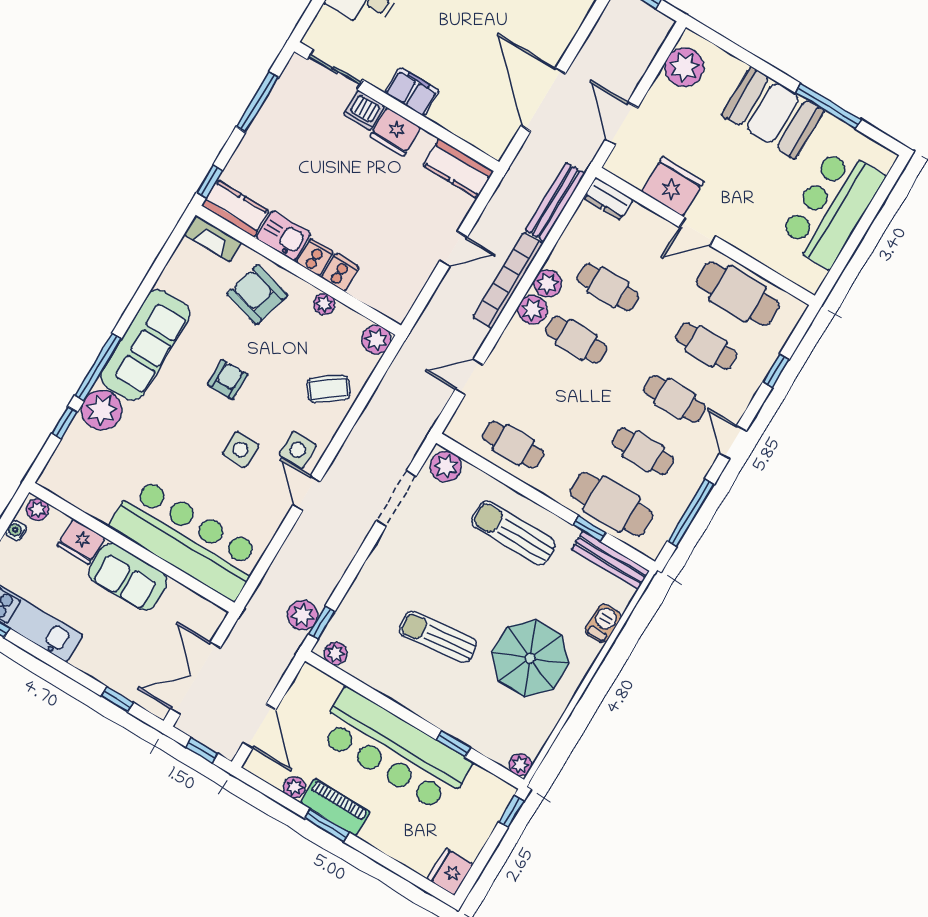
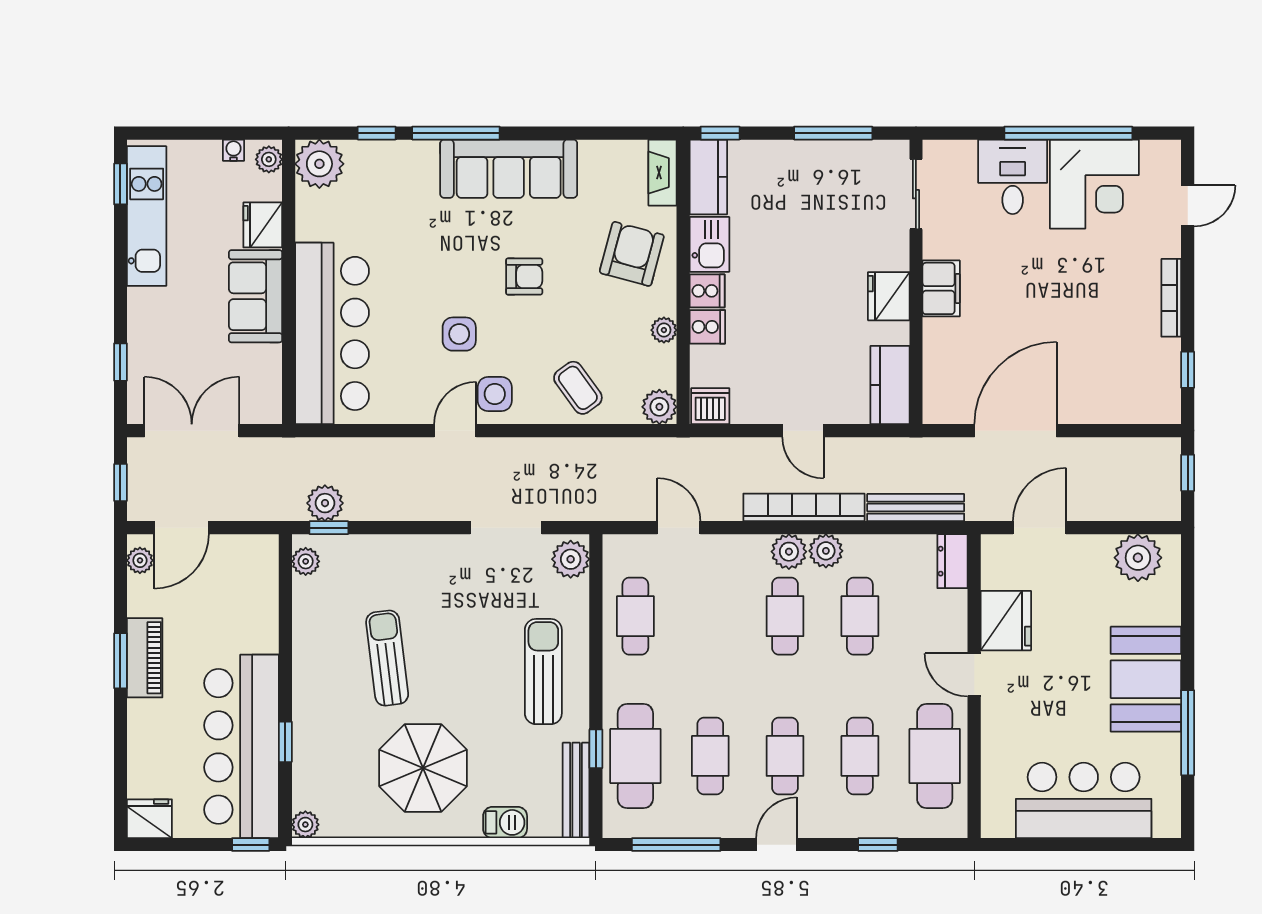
dishwasher: (364, 110) -> (710, 406), moved, turned 90
plant: (102, 410) -> (319, 164), moved
bar counter: (394, 750) -> (242, 746), moved
plant: (294, 787) -> (140, 560), moved

